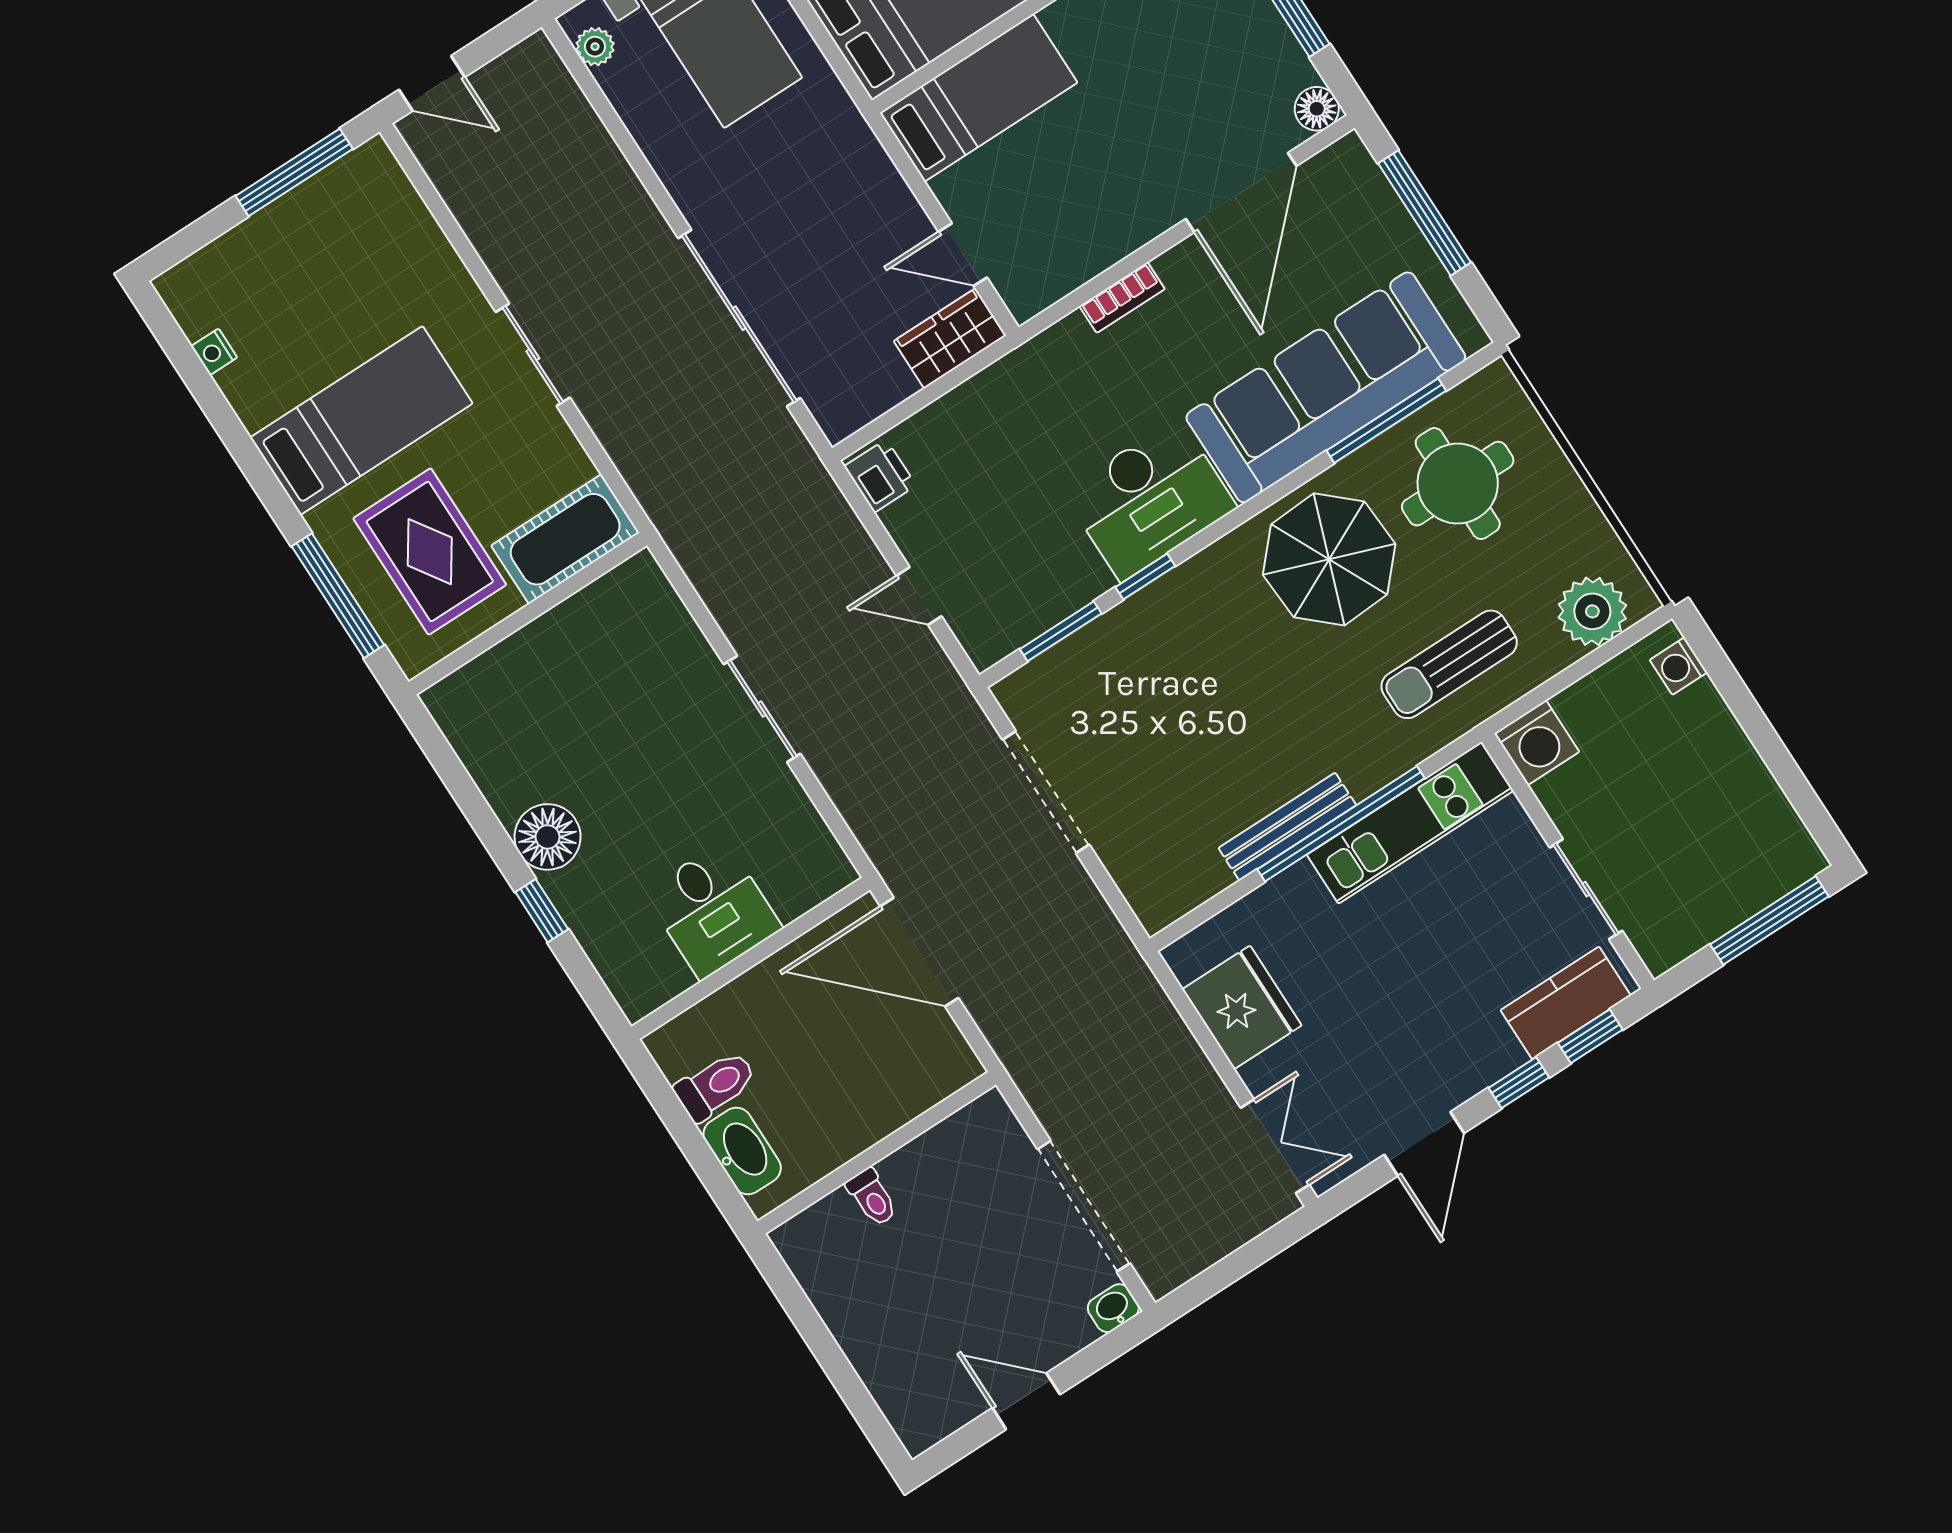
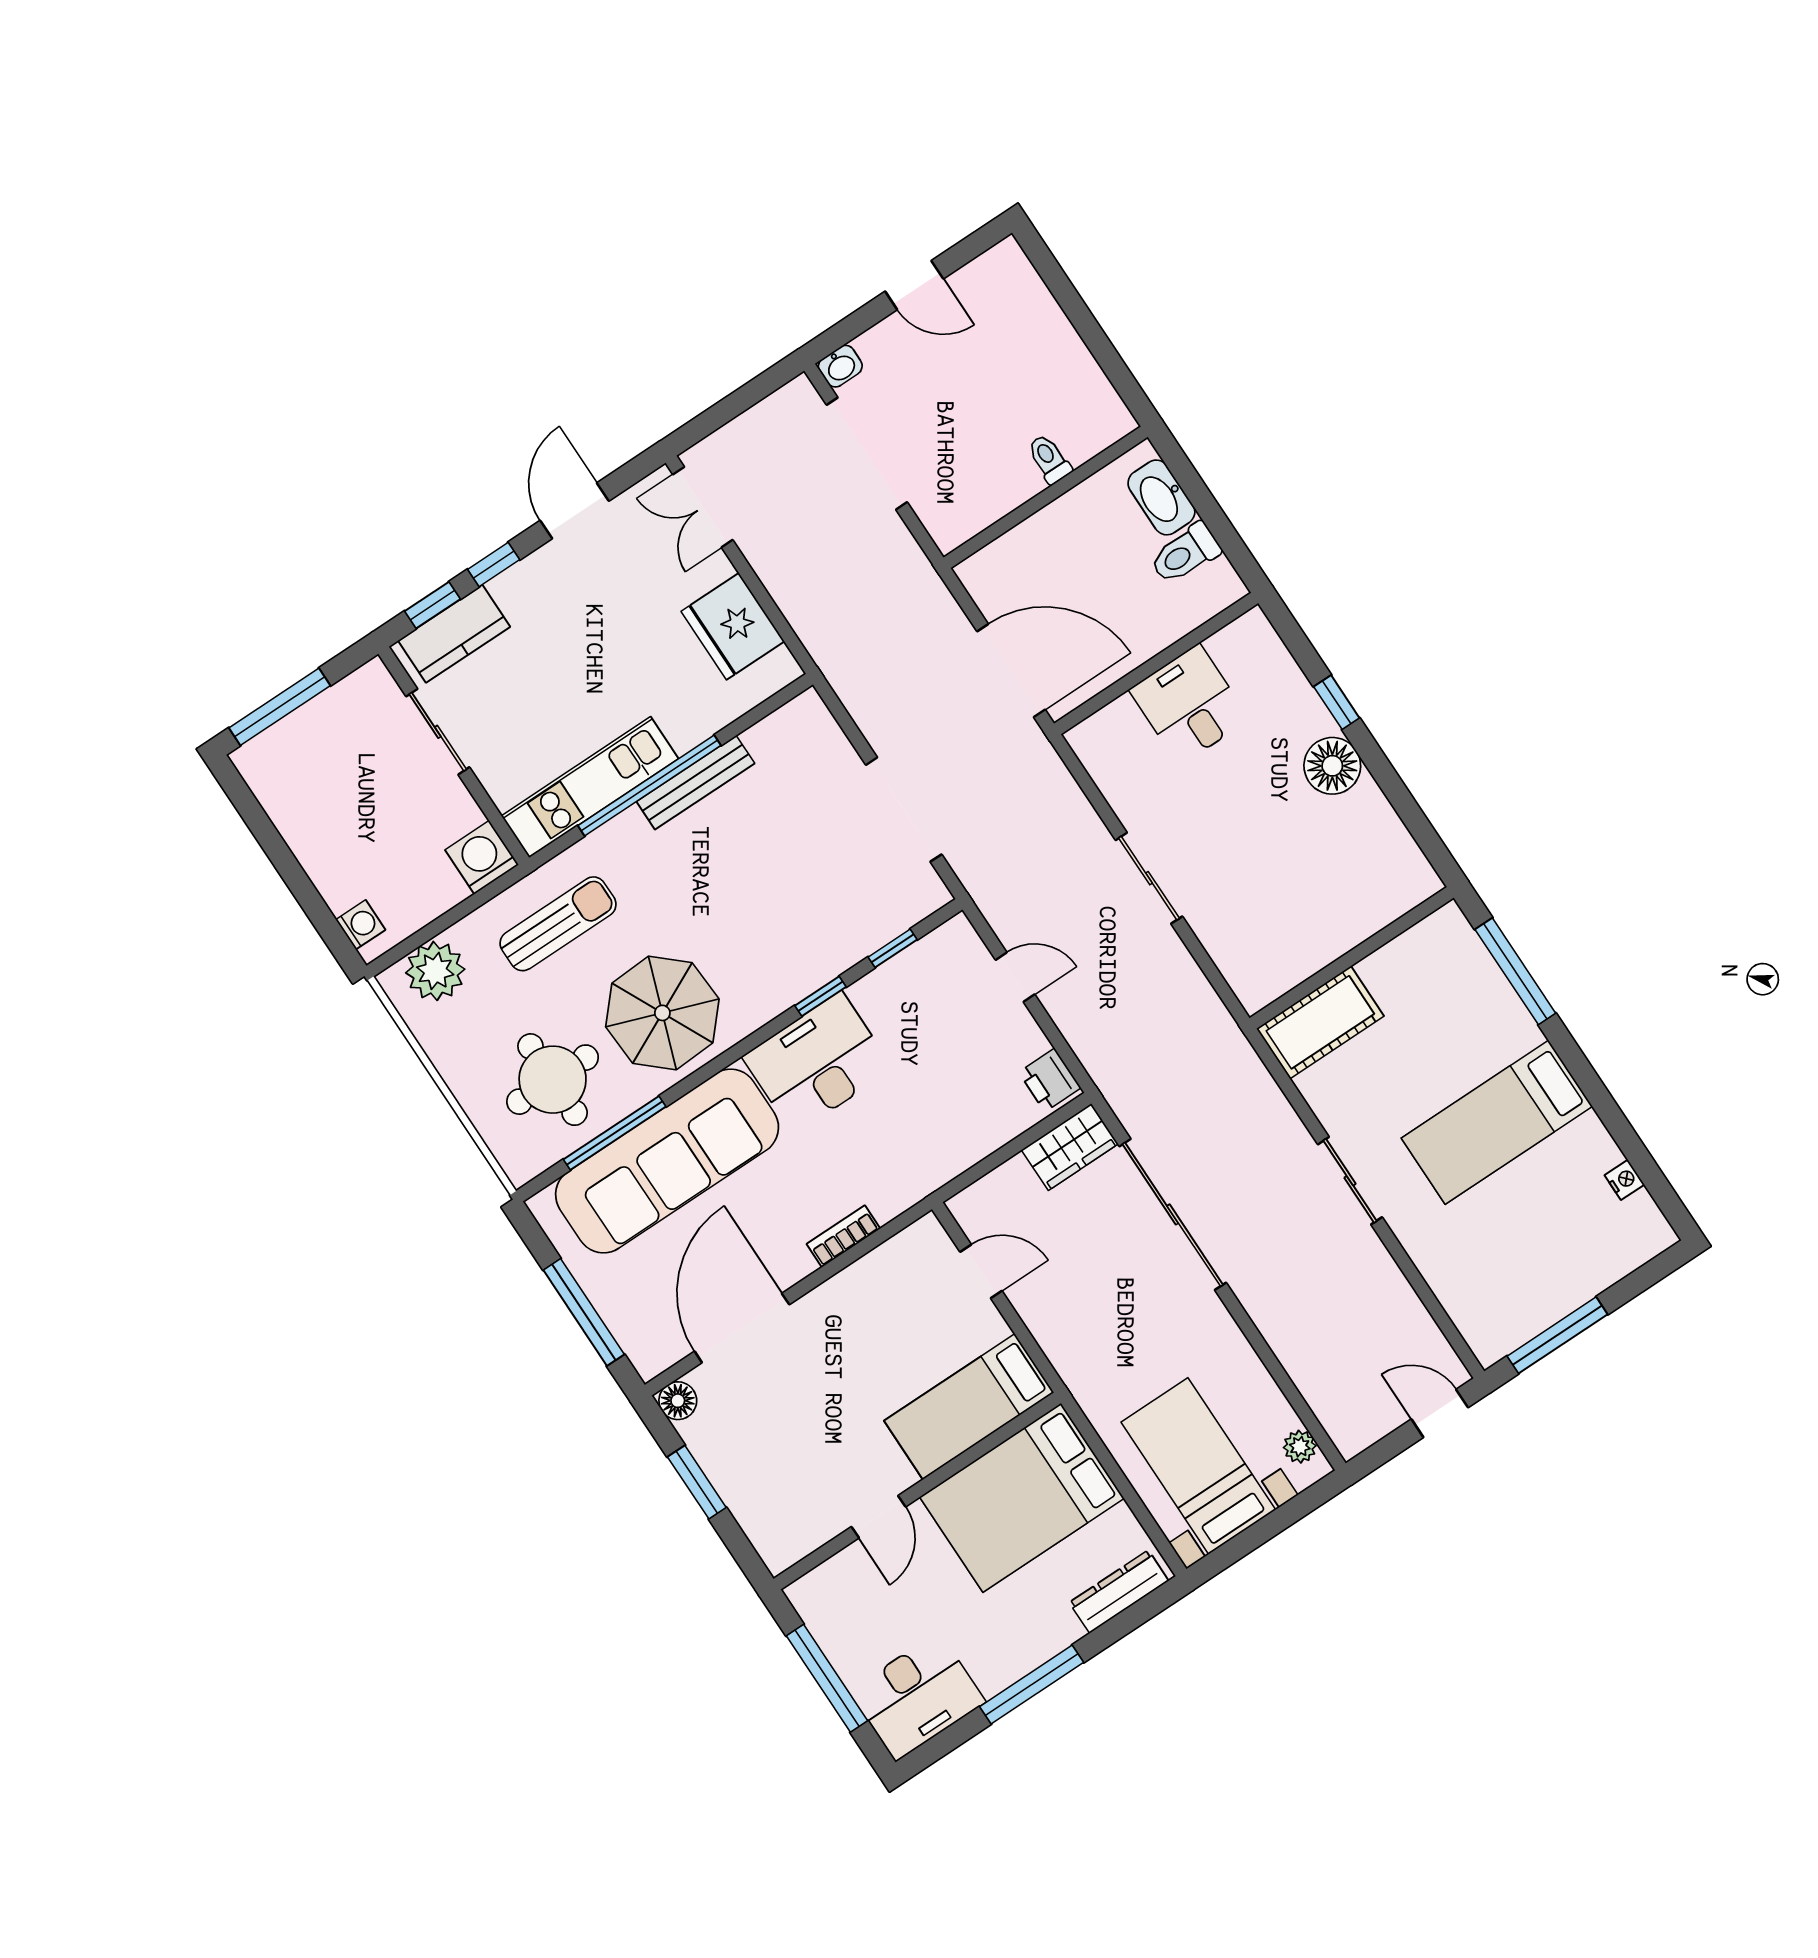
wardrobe: (950, 338) -> (1070, 1147), moved
rug: (430, 552) -> (1437, 1010), removed
window: (1061, 631) -> (893, 948), width x0.67

